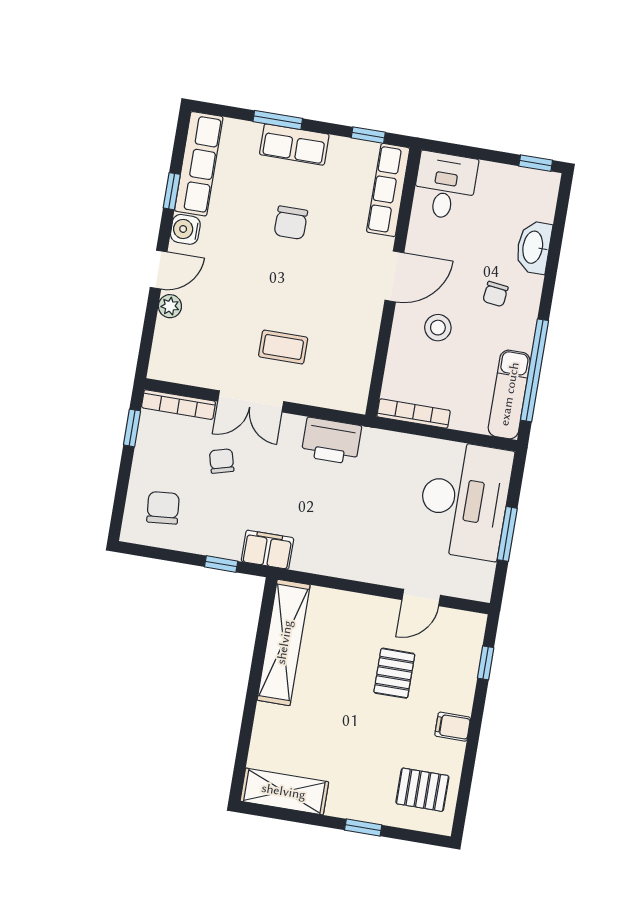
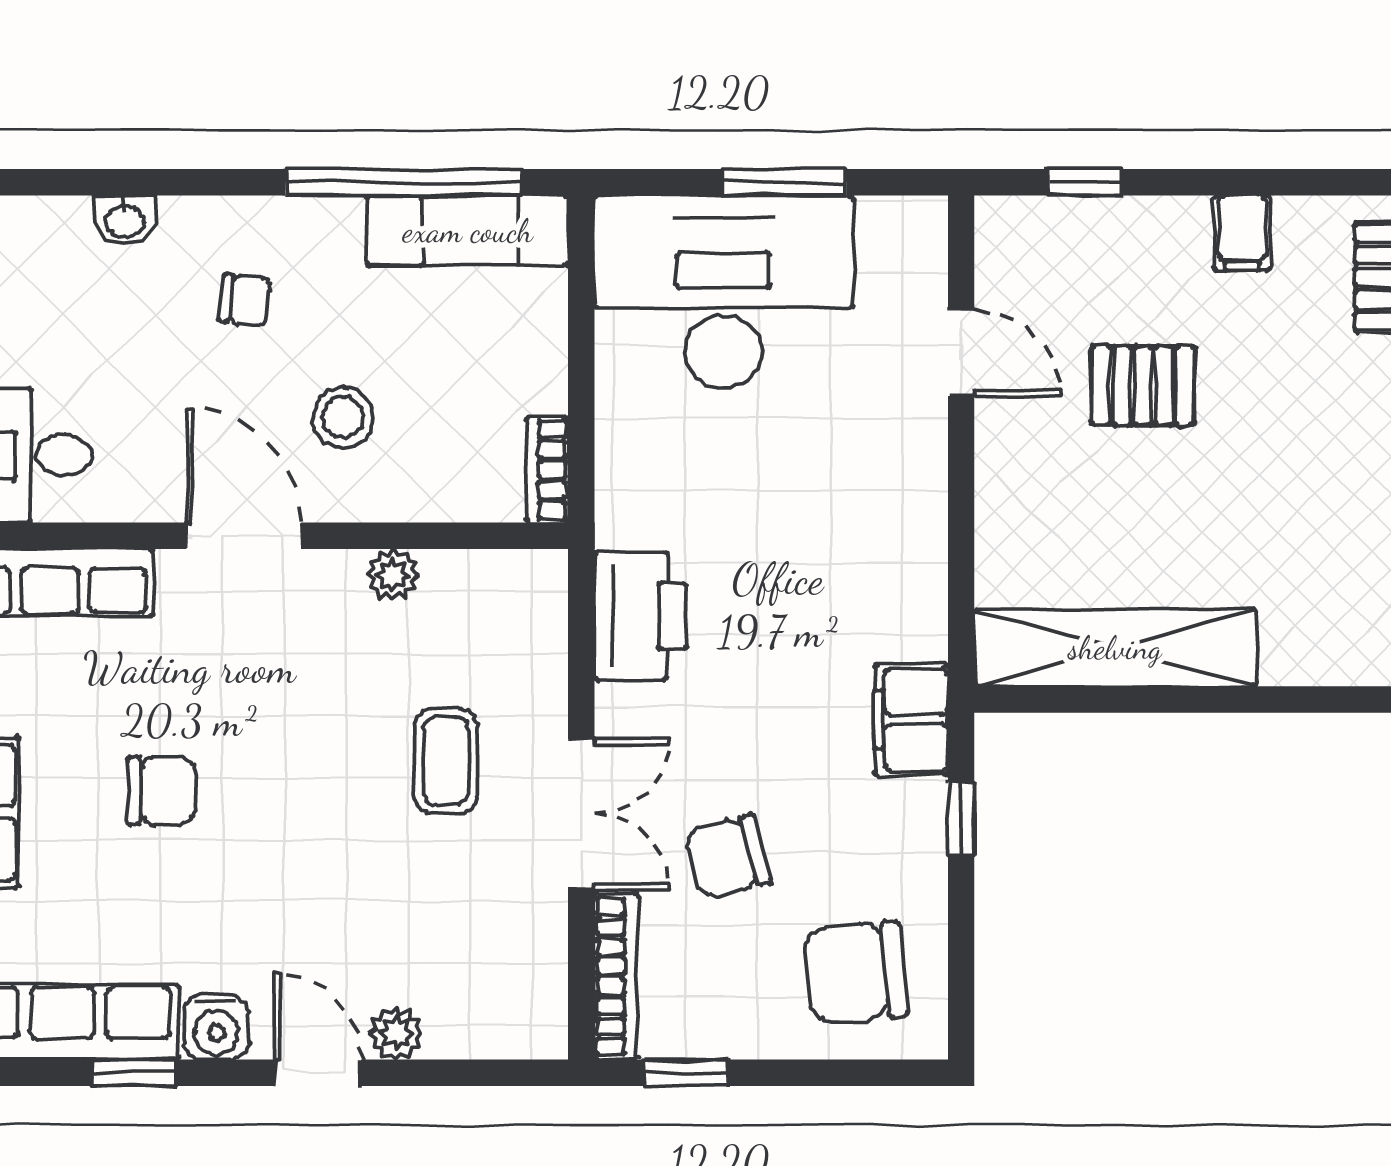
washbasin: (534, 247) -> (125, 220), width x0.52, depth x0.69
plant: (367, 338) -> (393, 575), added
bookcase: (414, 414) -> (547, 470), width x0.64
chair: (222, 461) -> (728, 857), width x1.37, depth x1.37
chair: (163, 508) -> (856, 972), width x1.37, depth x1.37

